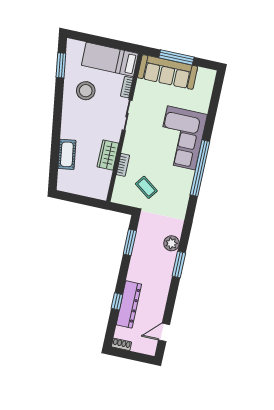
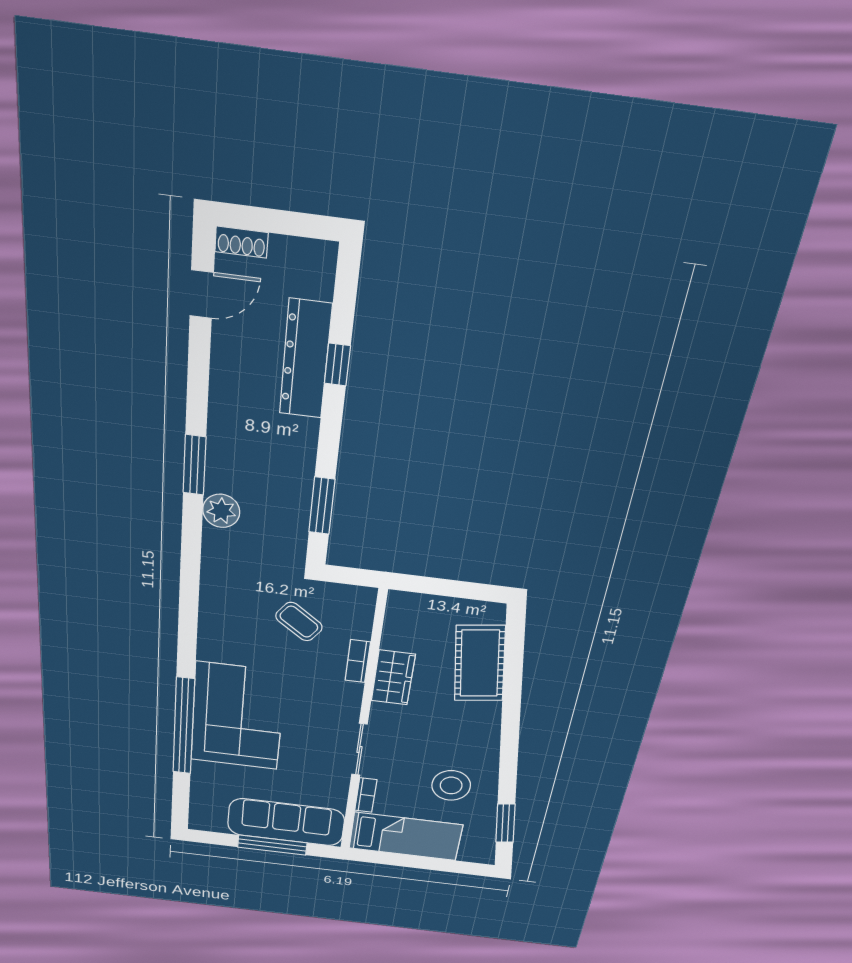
cot: (67, 154) -> (480, 664), width x1.37, depth x1.34
window: (200, 168) -> (184, 726), moved
shoe rack: (121, 344) -> (241, 242), moved

